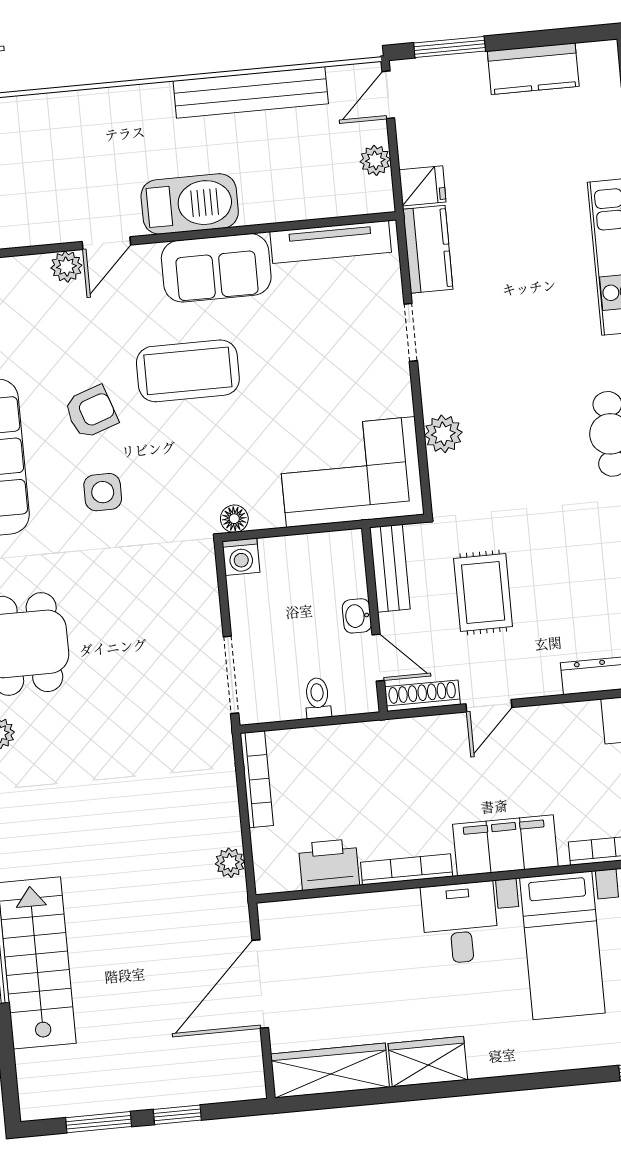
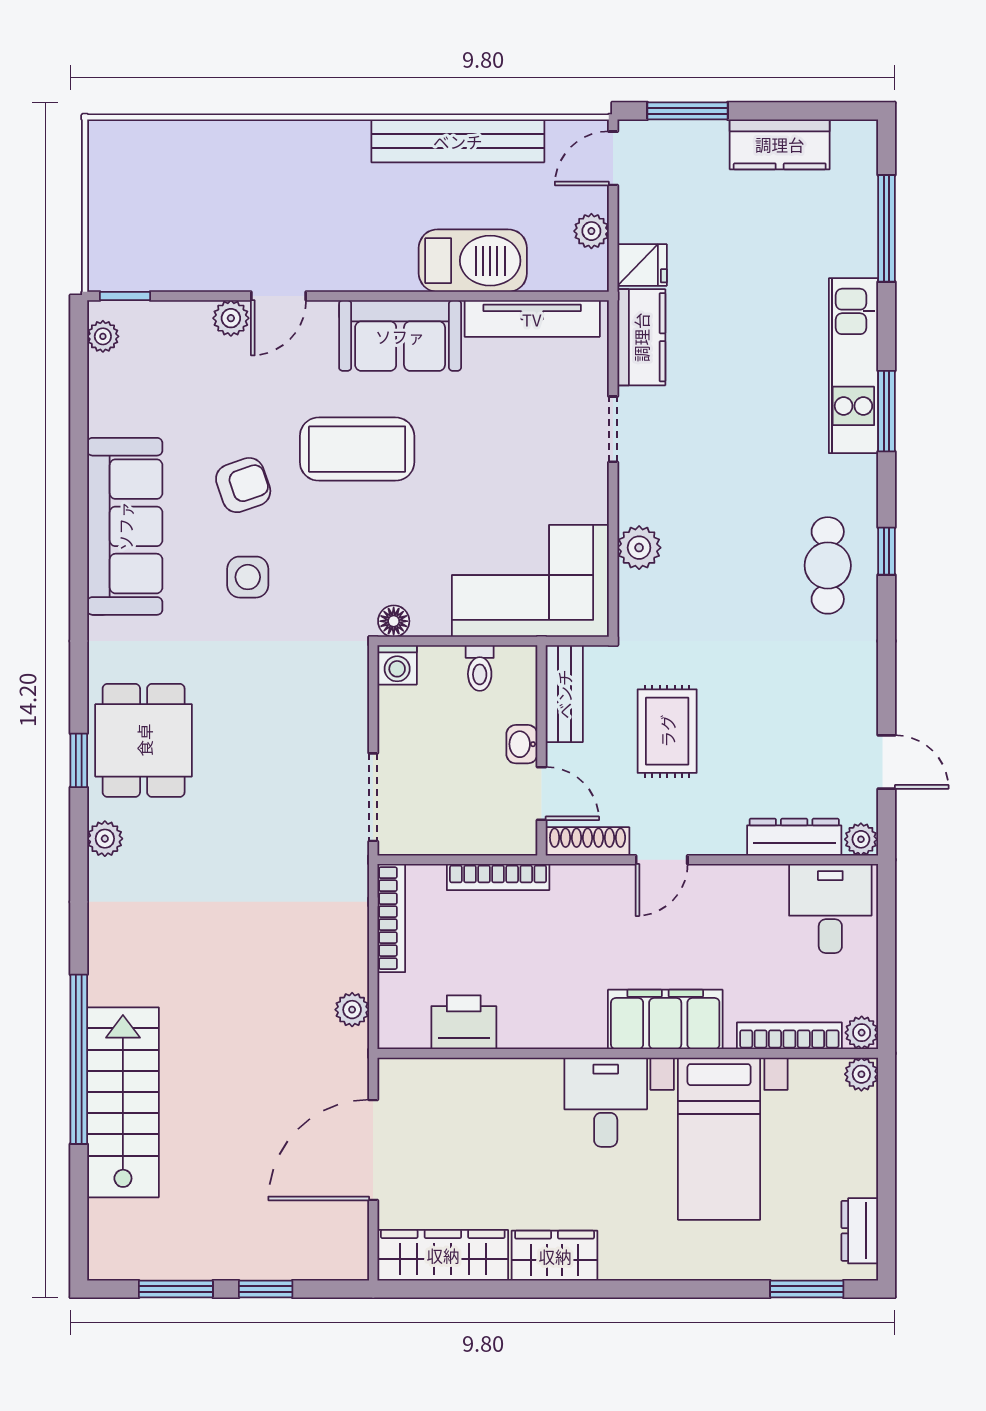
barbecue: (190, 204) -> (473, 261), moved
toilet: (318, 698) -> (480, 668), moved, turned 180
bookcase: (407, 869) -> (498, 877), moved, turned 180

